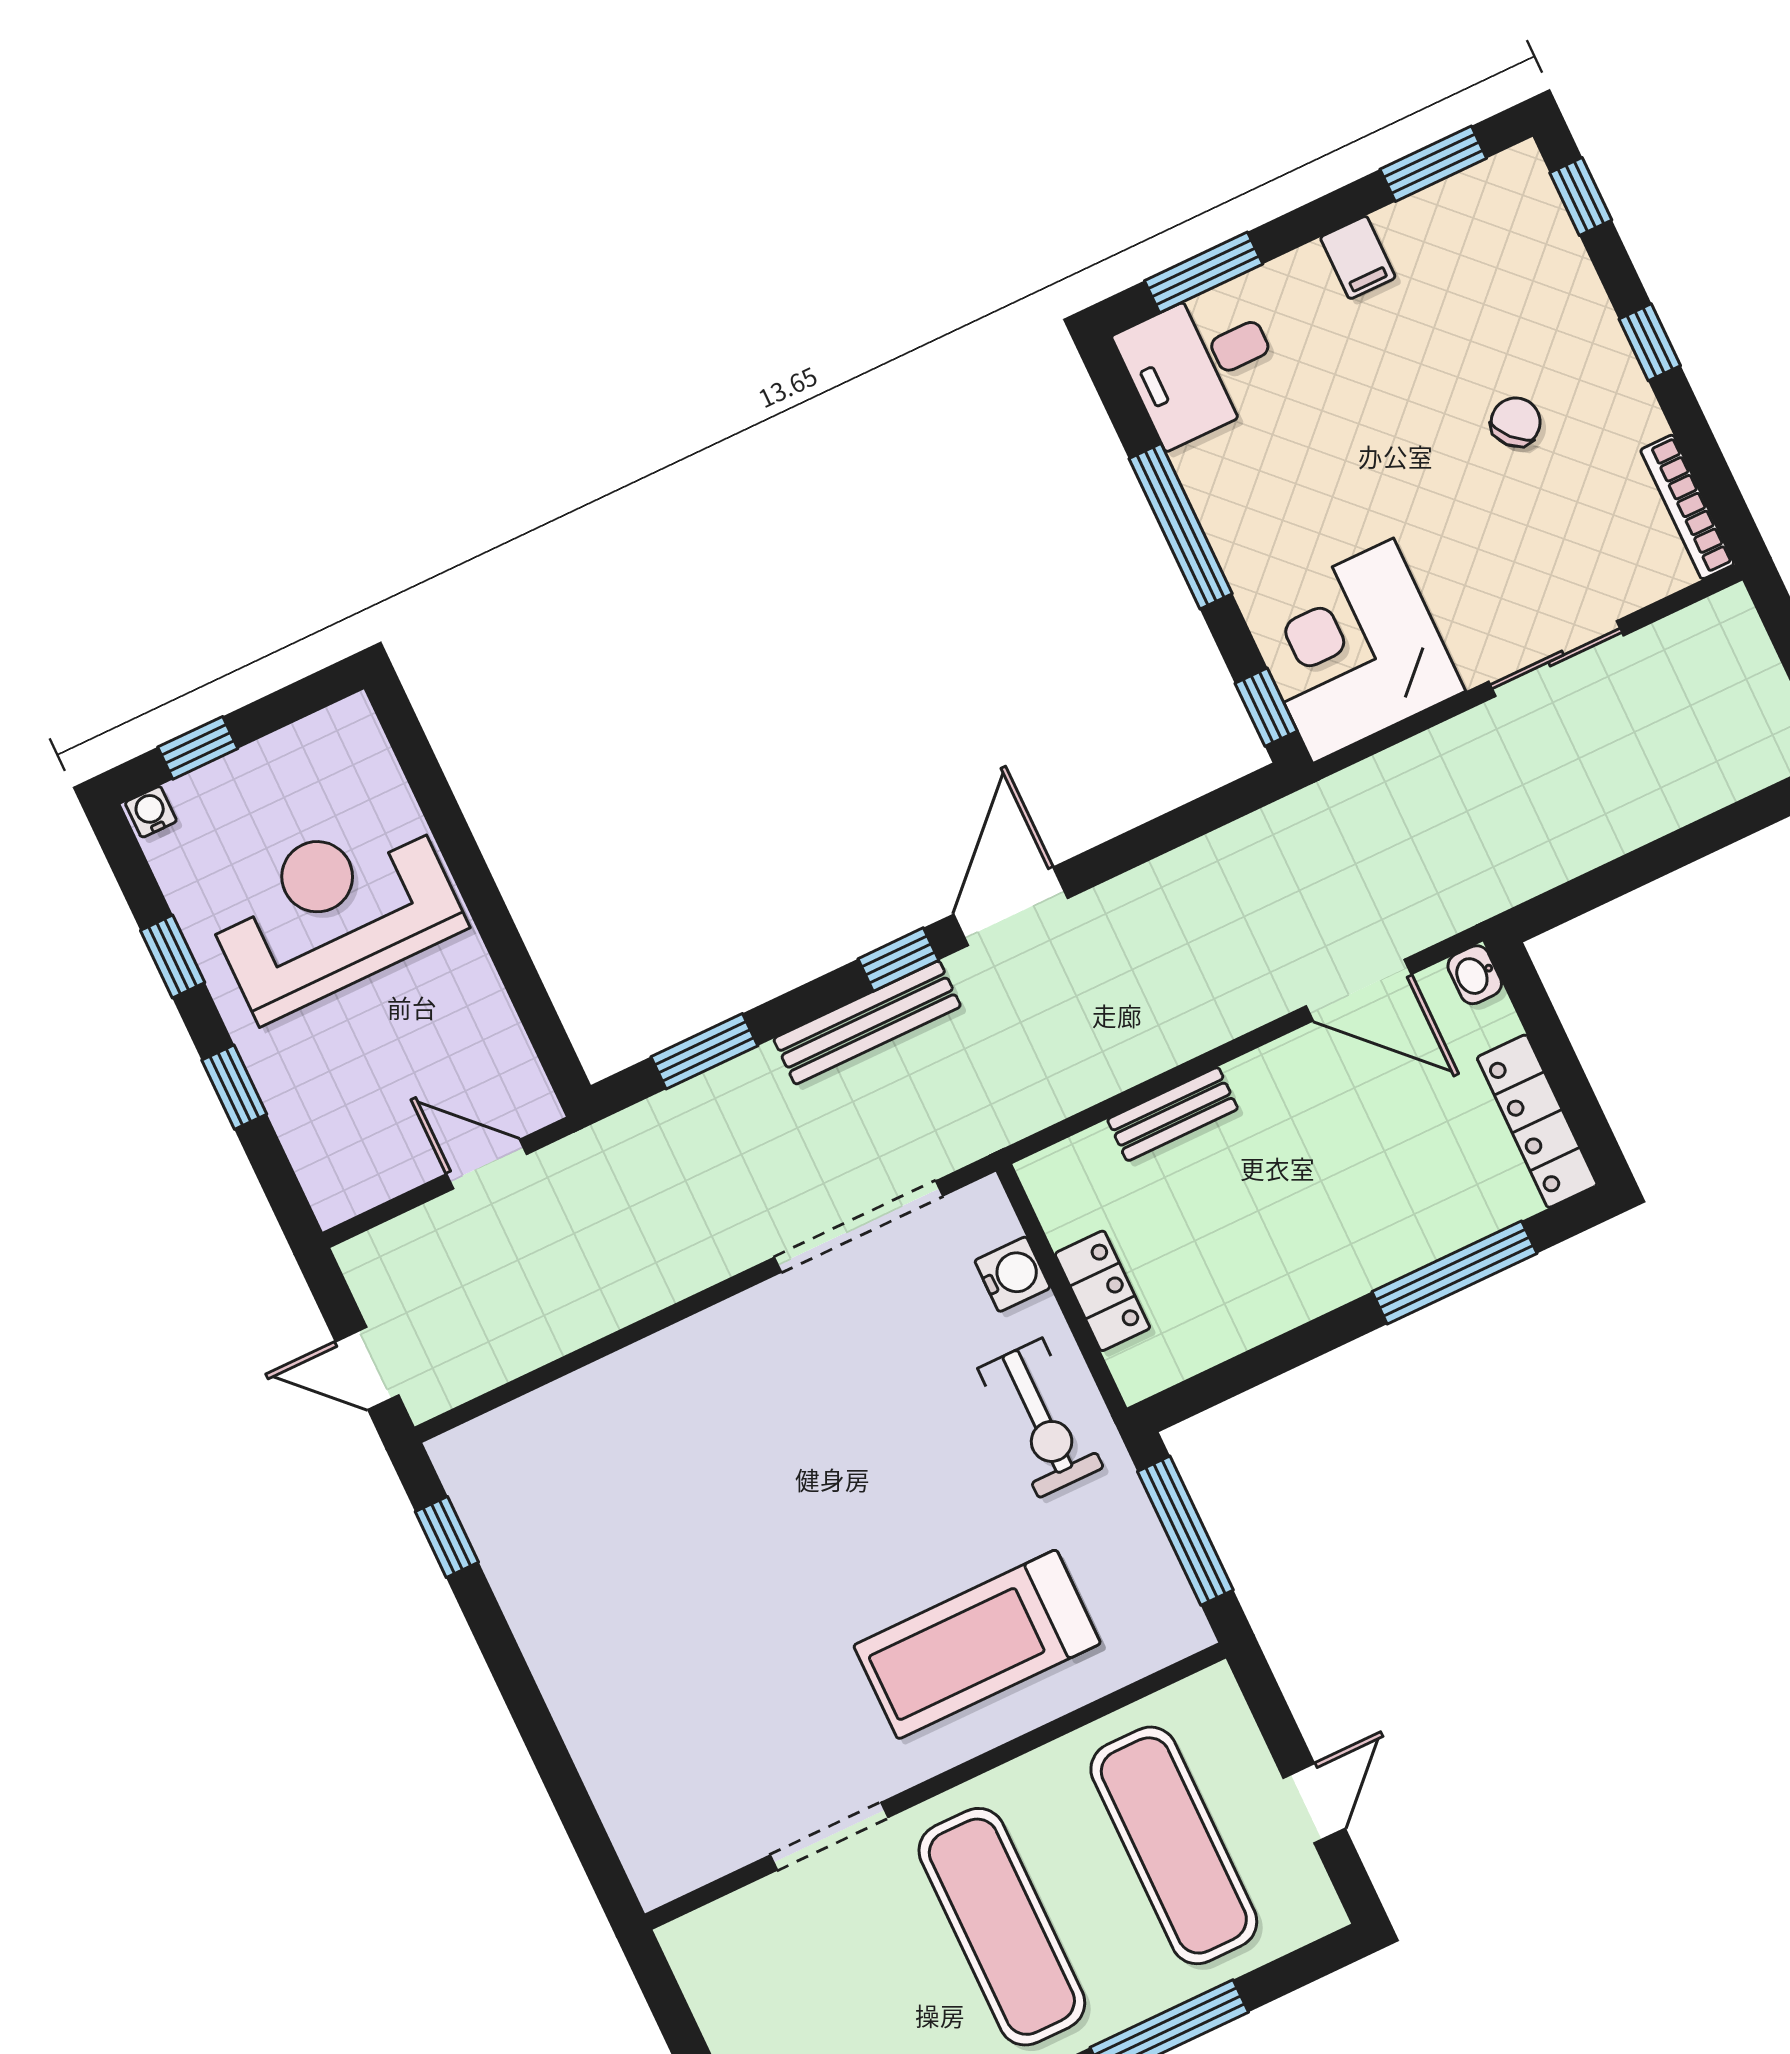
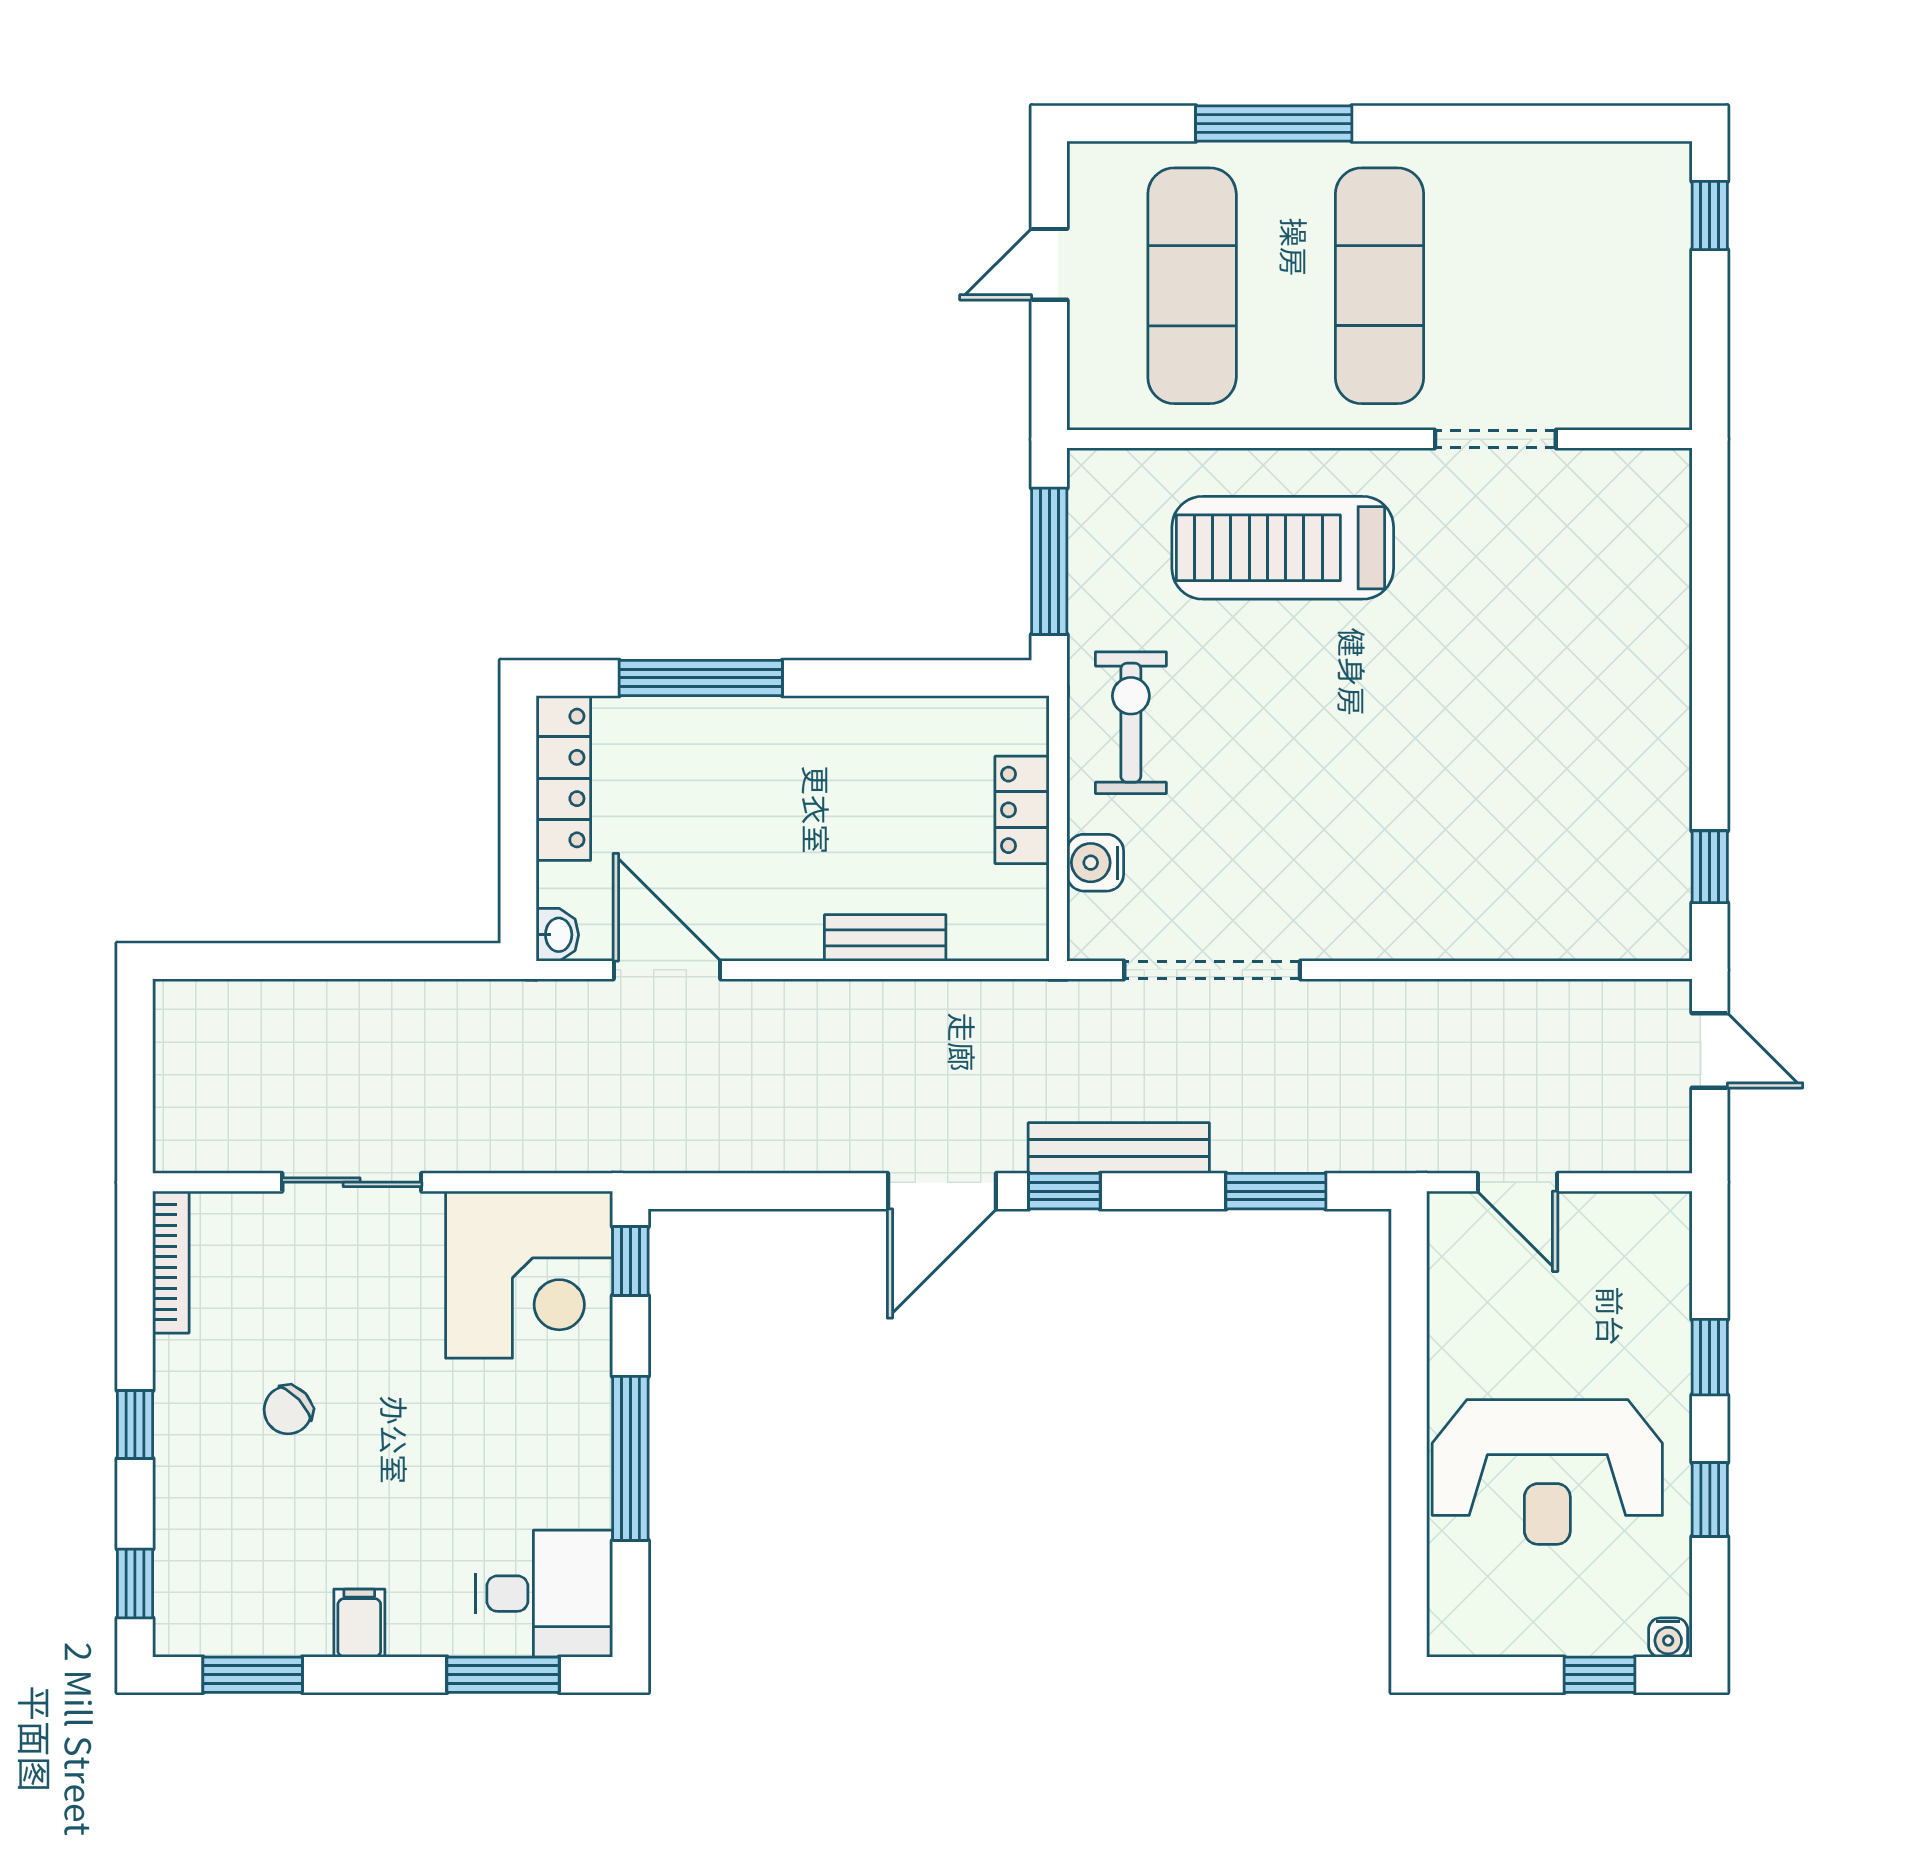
treadmill: (977, 1644) -> (1283, 548), turned 180

